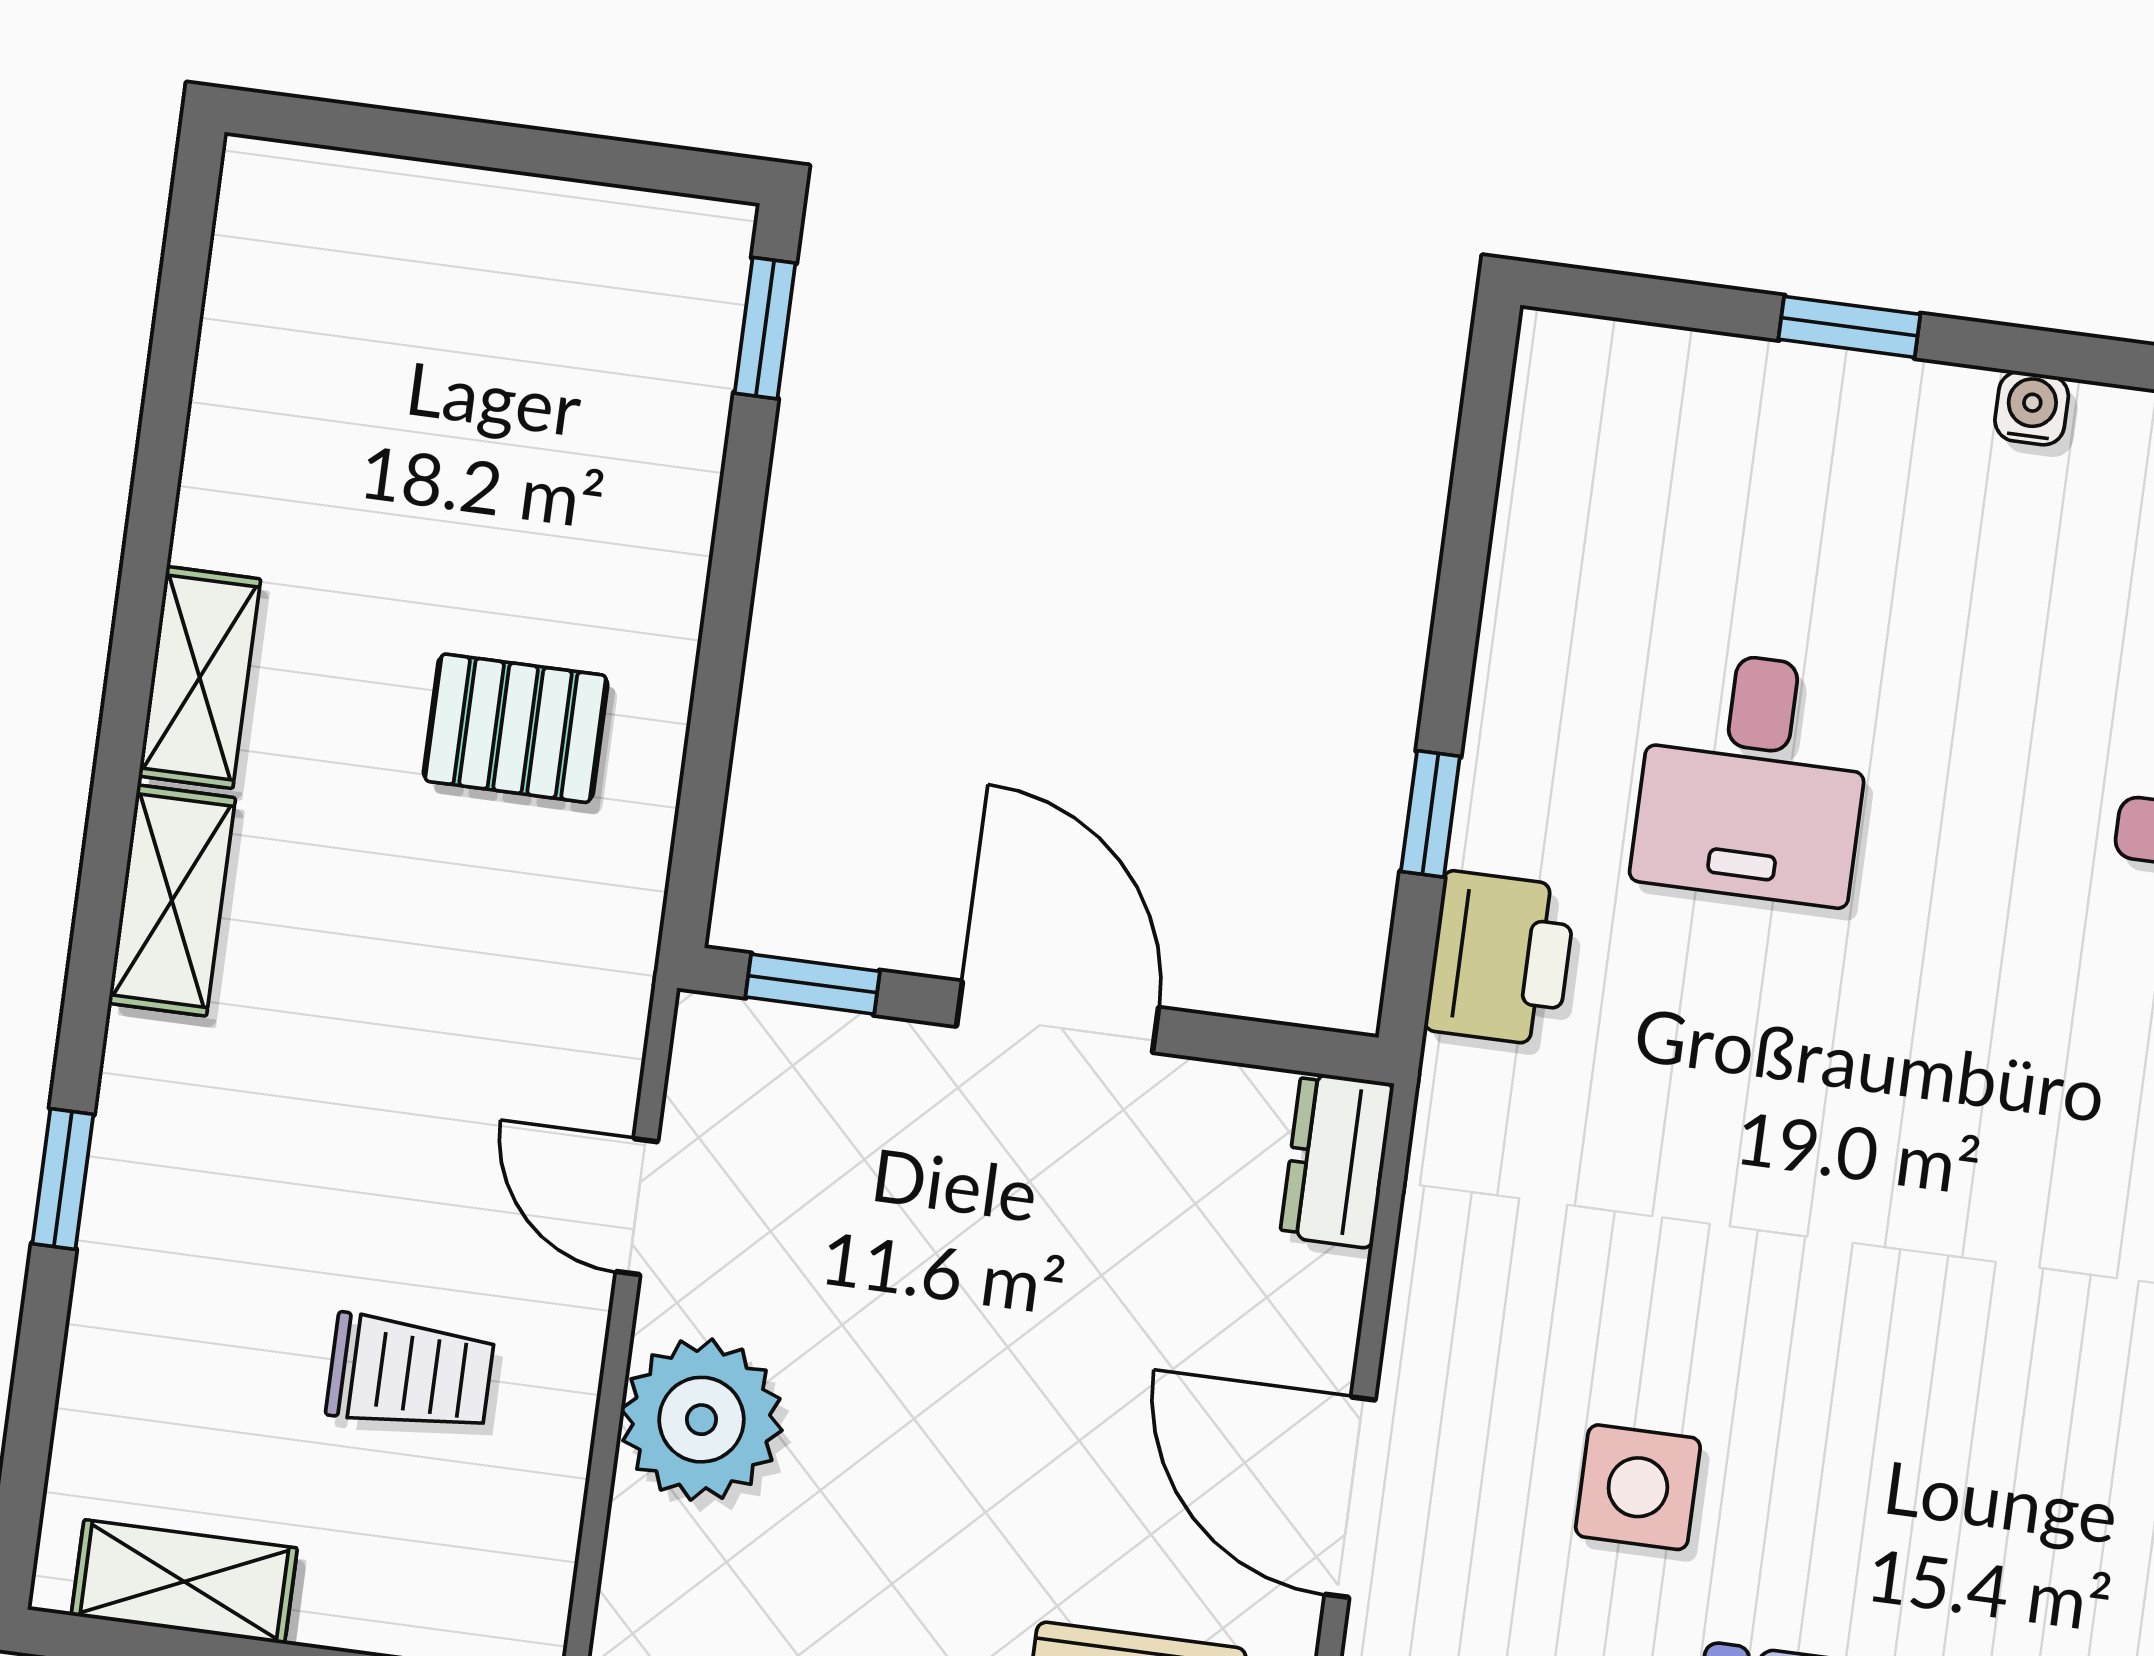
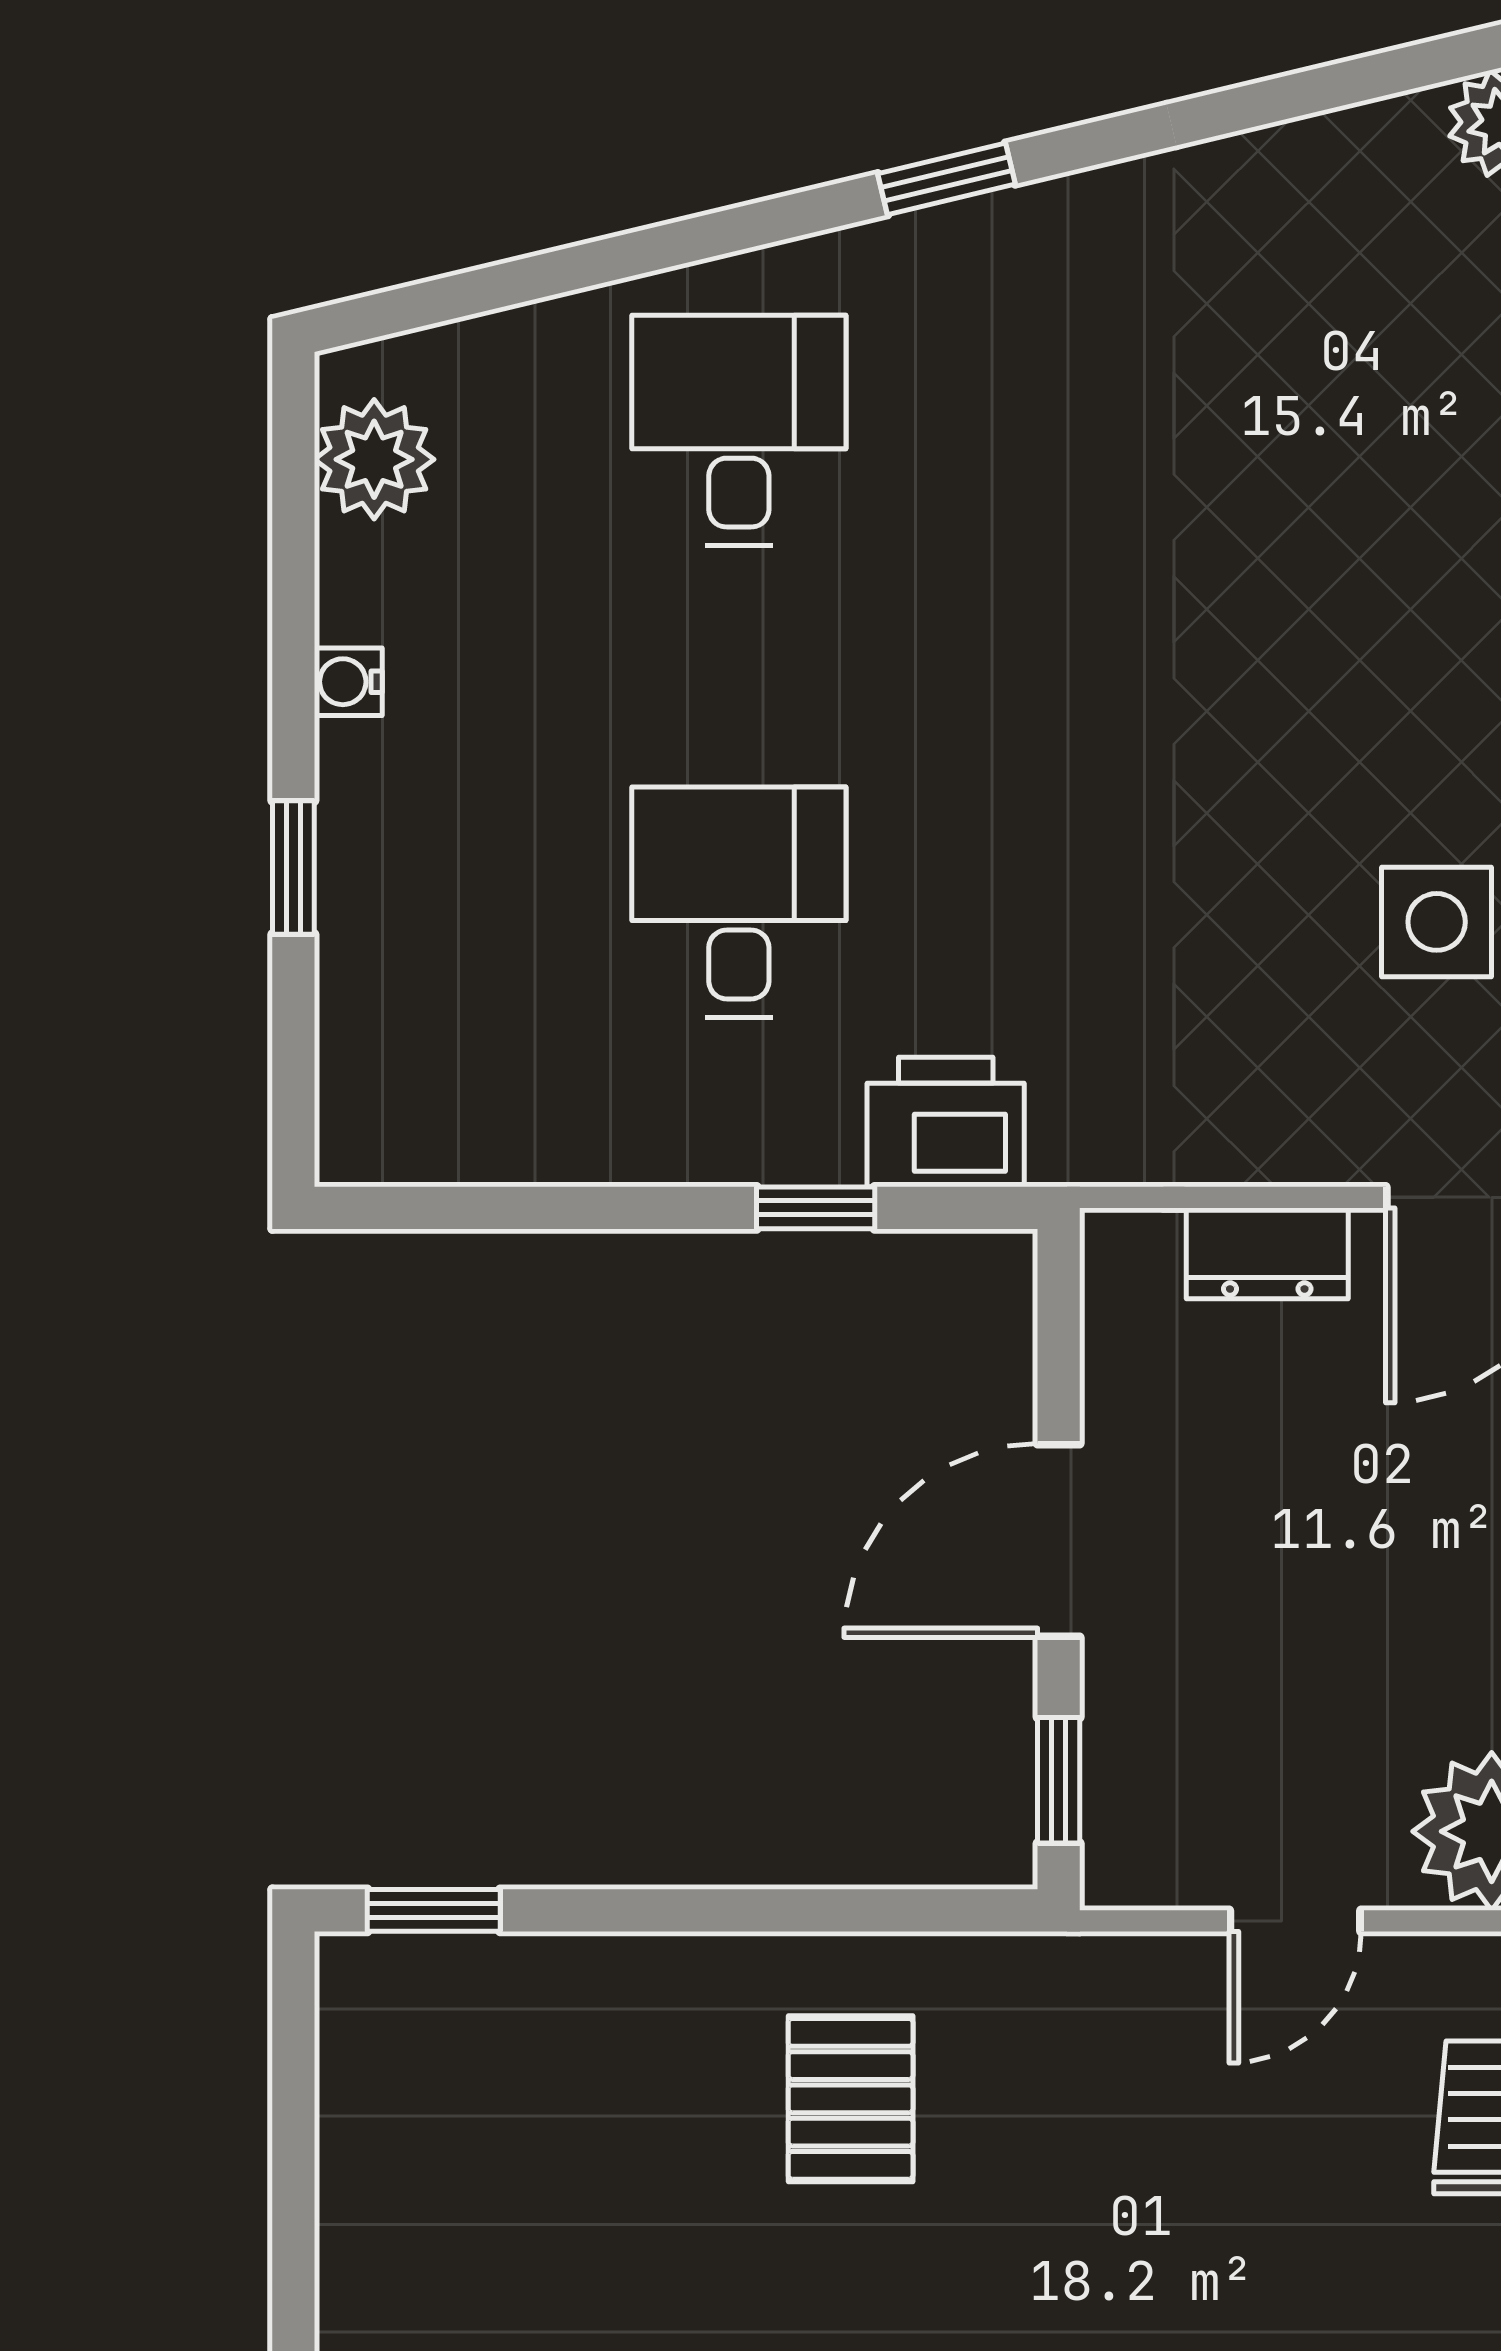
desk: (1753, 777) -> (739, 902), turned -90
dresser: (1337, 1160) -> (1267, 1253), moved

